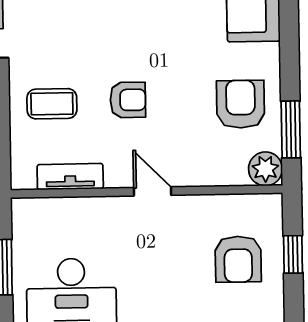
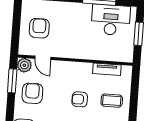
armchair: (241, 104) -> (32, 93), turned 180
door: (152, 191) -> (43, 58), moved
window: (293, 254) -> (16, 28), removed

